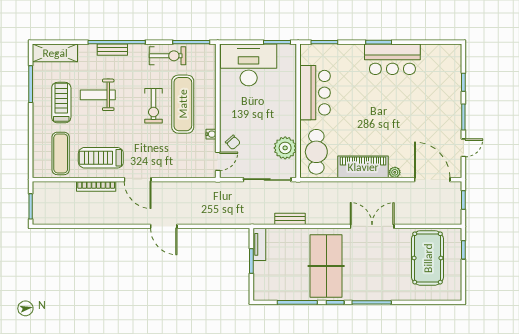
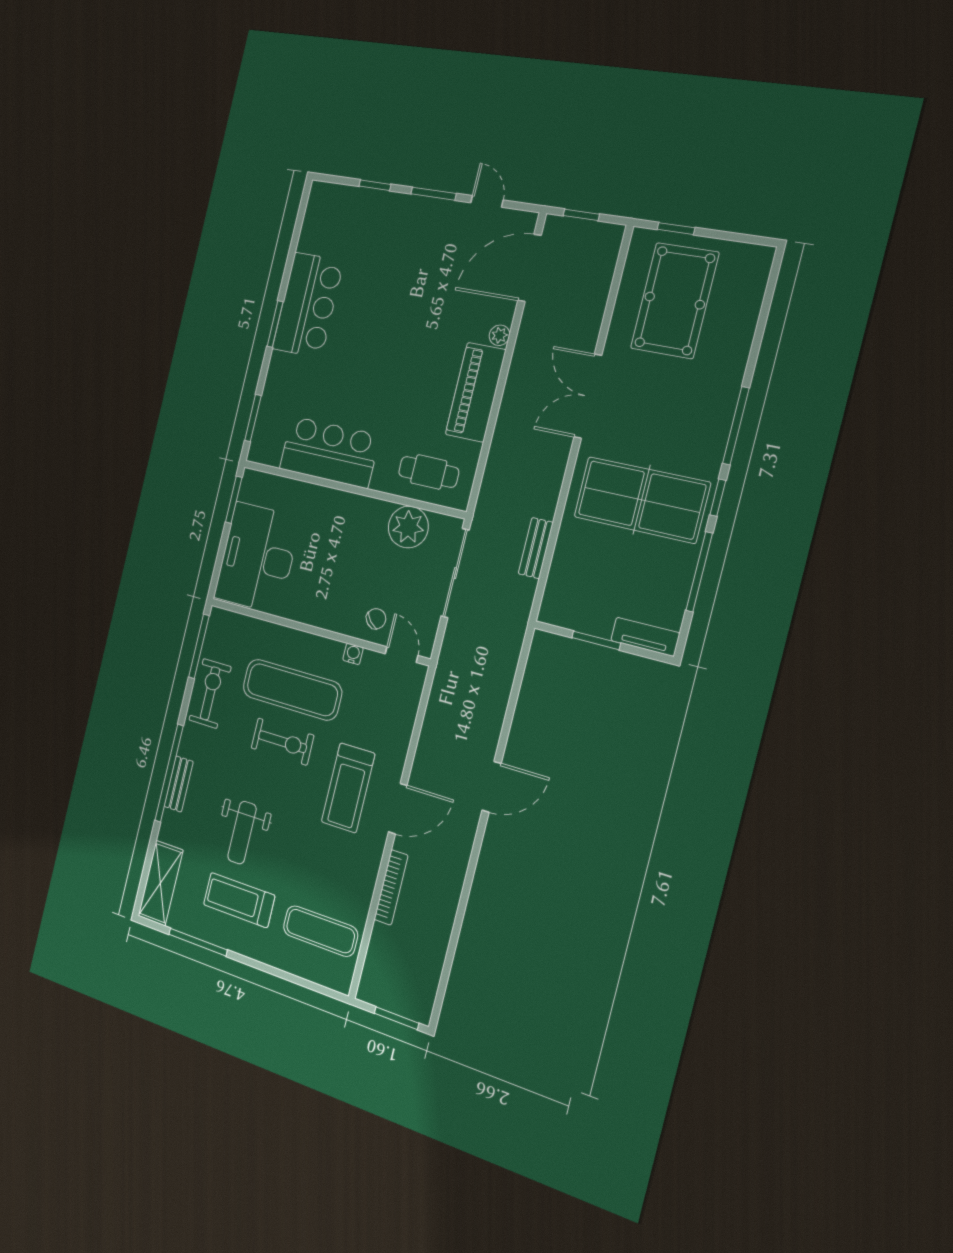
cafe table: (316, 152) -> (429, 472), width x0.73, depth x0.74
treadmill: (101, 158) -> (348, 788), moved
tv unit: (259, 244) -> (645, 637), moved
pool table: (428, 258) -> (675, 301), turned 90

